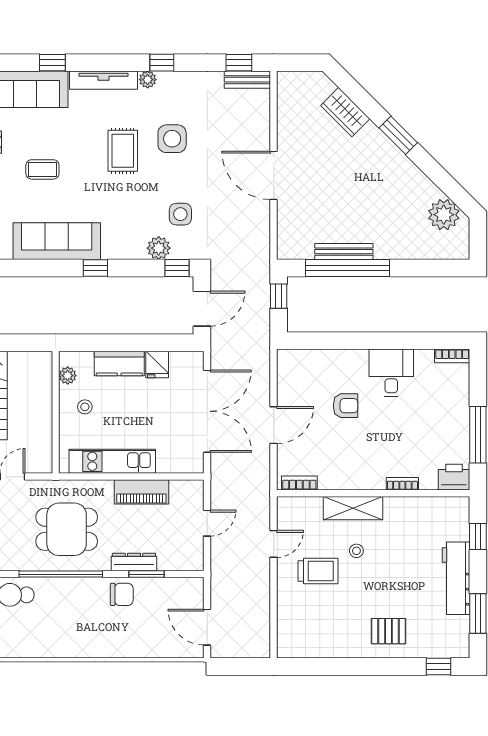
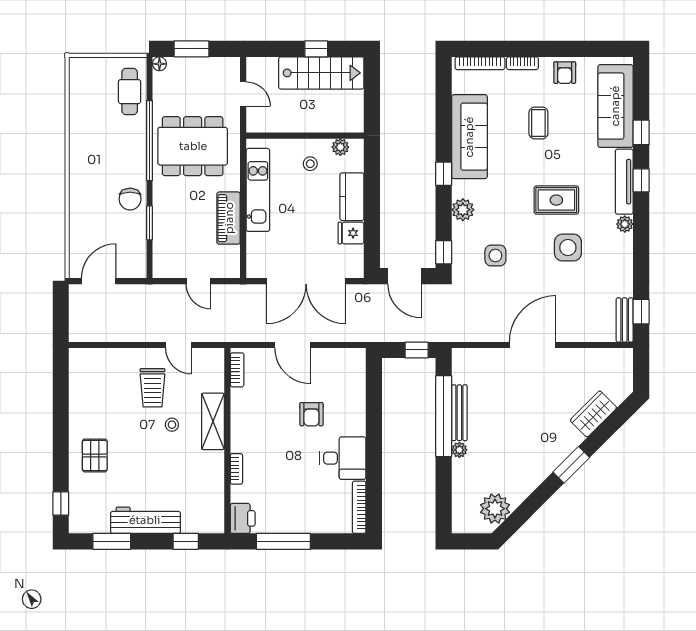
window: (162, 63) -> (641, 180), moved
plant: (159, 248) -> (463, 210), moved
plant: (383, 252) -> (459, 450), added
bookcase: (452, 356) -> (359, 507), width x1.56
dining table: (67, 529) -> (193, 146), width x1.38
dresser: (134, 562) -> (161, 211), removed

